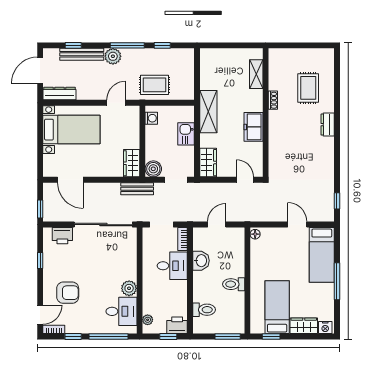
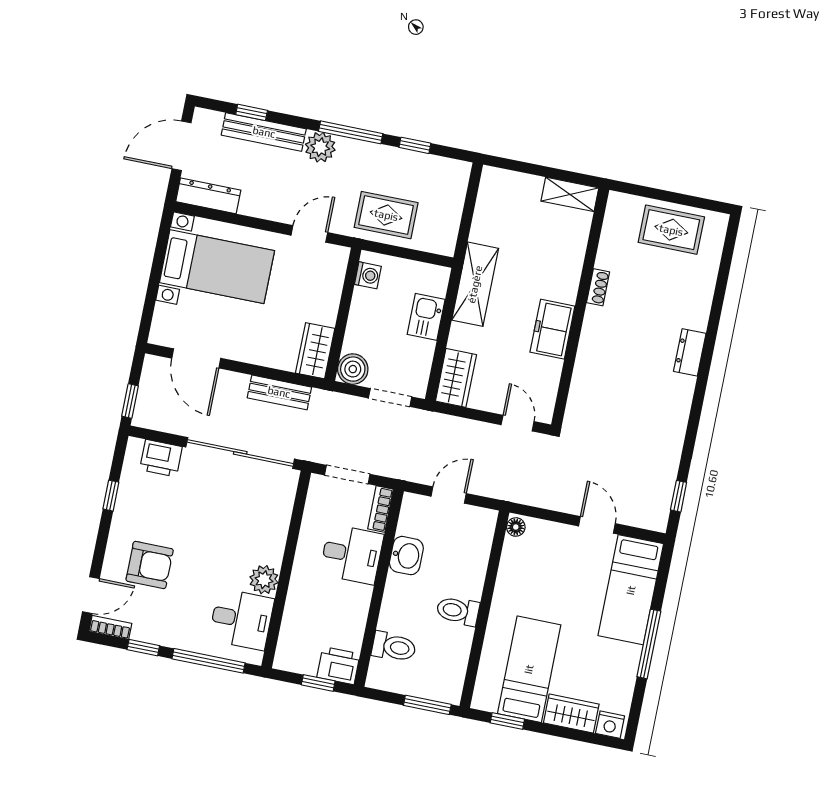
shelving: (256, 74) -> (570, 194), moved, turned 90
rug: (308, 88) -> (671, 230), moved, turned 90
bench: (137, 189) -> (279, 392), moved
plant: (148, 320) -> (286, 644), removed

